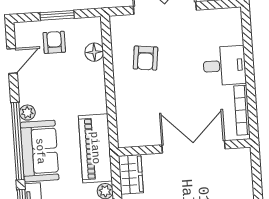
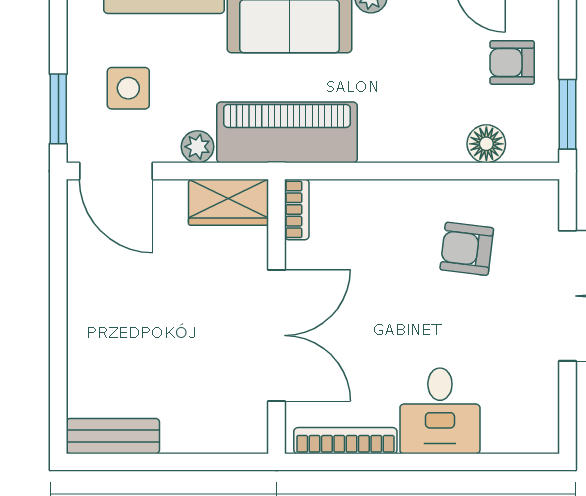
window: (57, 15) -> (567, 114), moved
armchair: (54, 42) -> (512, 63), turned 180
bookcase: (132, 141) -> (297, 209), added

